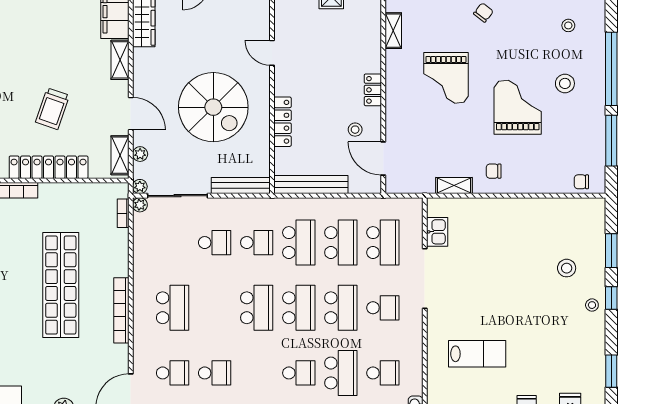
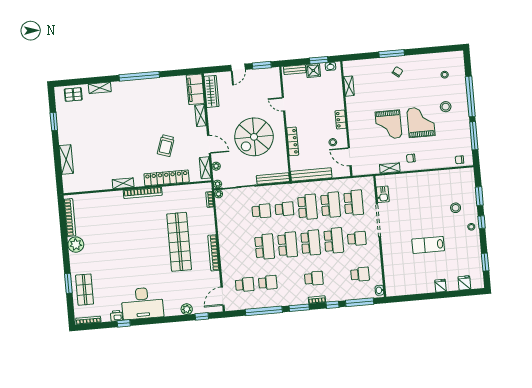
grand piano: (446, 78) -> (389, 125), moved
spiral stairs: (213, 107) -> (254, 137), turned 90
school desk: (173, 308) -> (265, 247), moved
lab bench: (477, 354) -> (428, 245), moved, turned 180
school desk: (341, 373) -> (337, 276), removed

